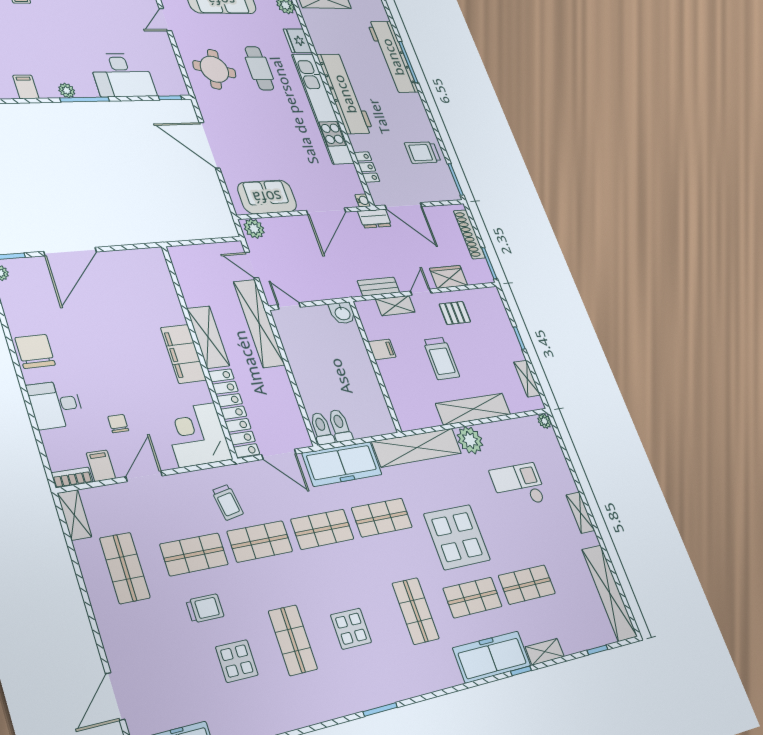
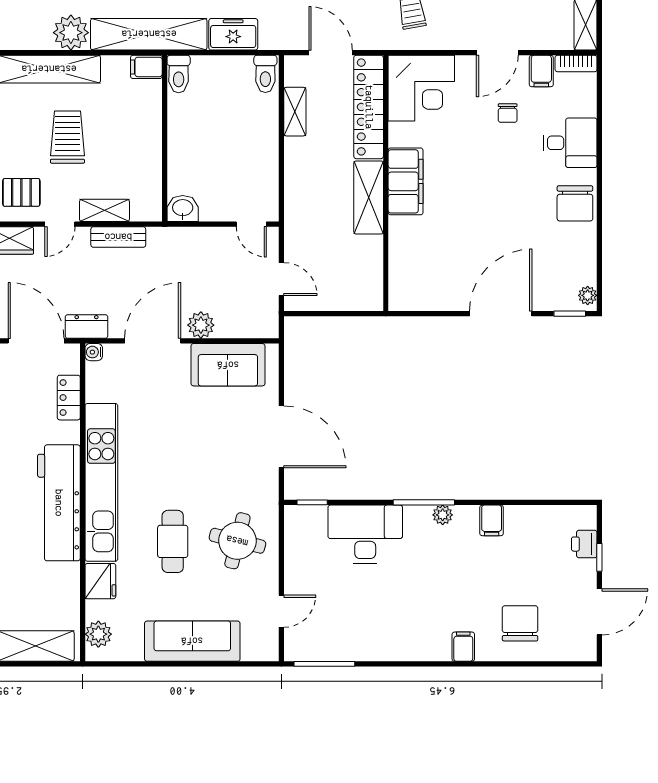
plant: (254, 229) -> (201, 325), moved
shelving: (259, 323) -> (295, 112), moved, width x0.45, depth x0.75
filing cabinet: (382, 349) -> (146, 67), moved
toilet: (340, 426) -> (179, 74), moved
freezer: (342, 464) -> (233, 34), width x0.52, depth x0.79

